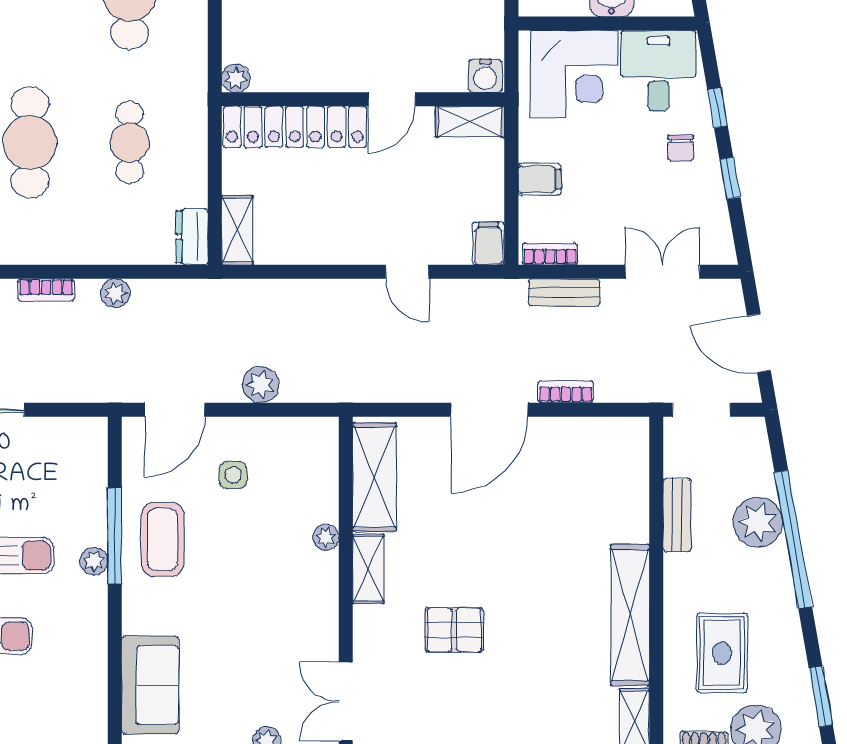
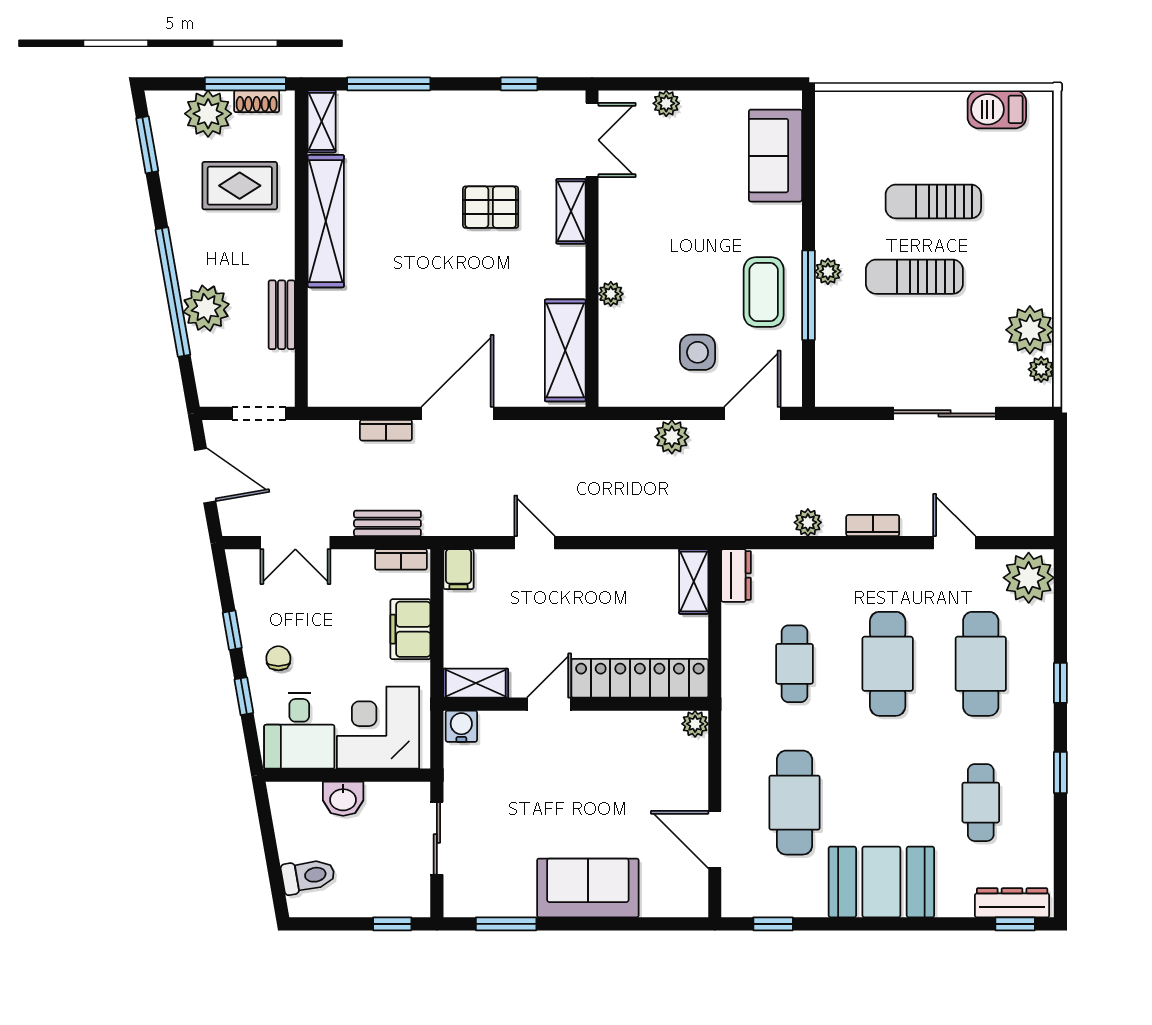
filing cabinet: (540, 179) -> (410, 629), width x2.00
side table: (233, 475) -> (698, 352), width x1.37, depth x1.37
shelving: (368, 569) -> (571, 211), moved
rug: (722, 653) -> (240, 186), turned 90

